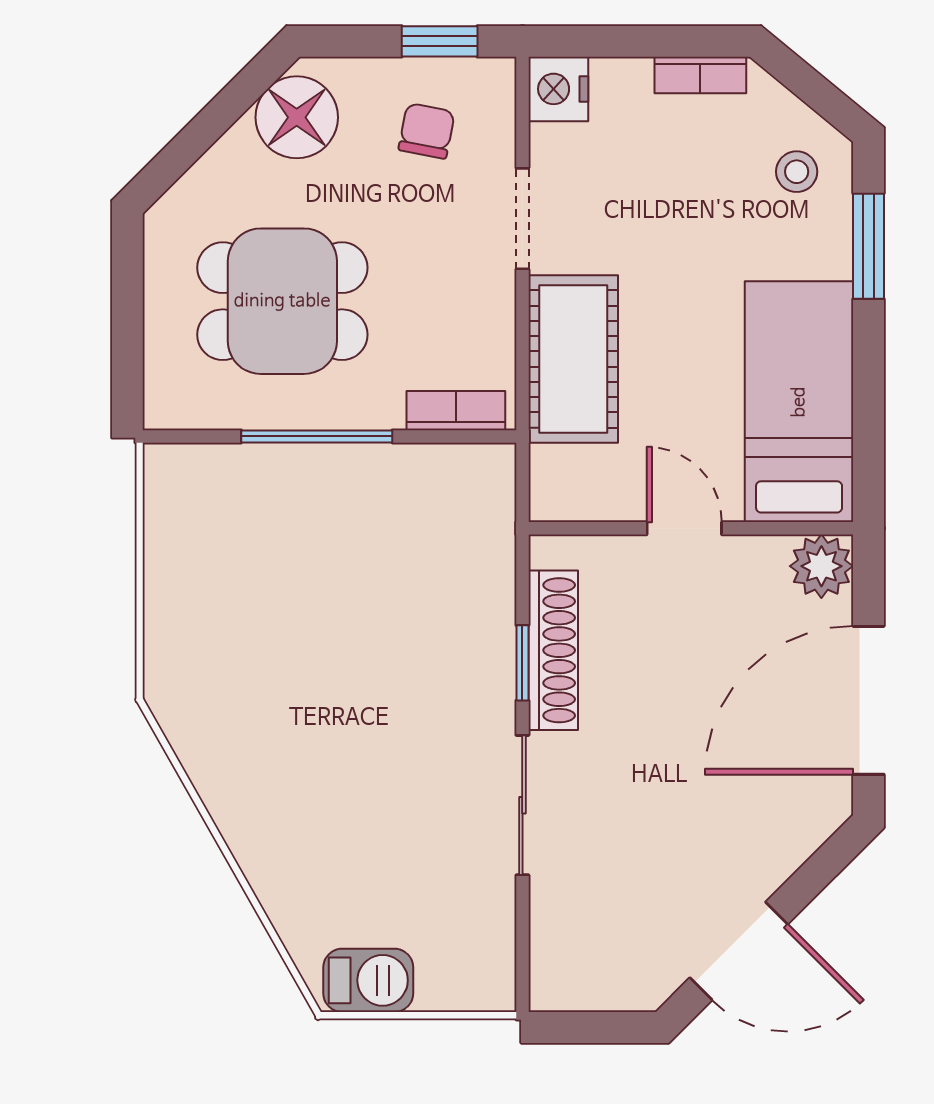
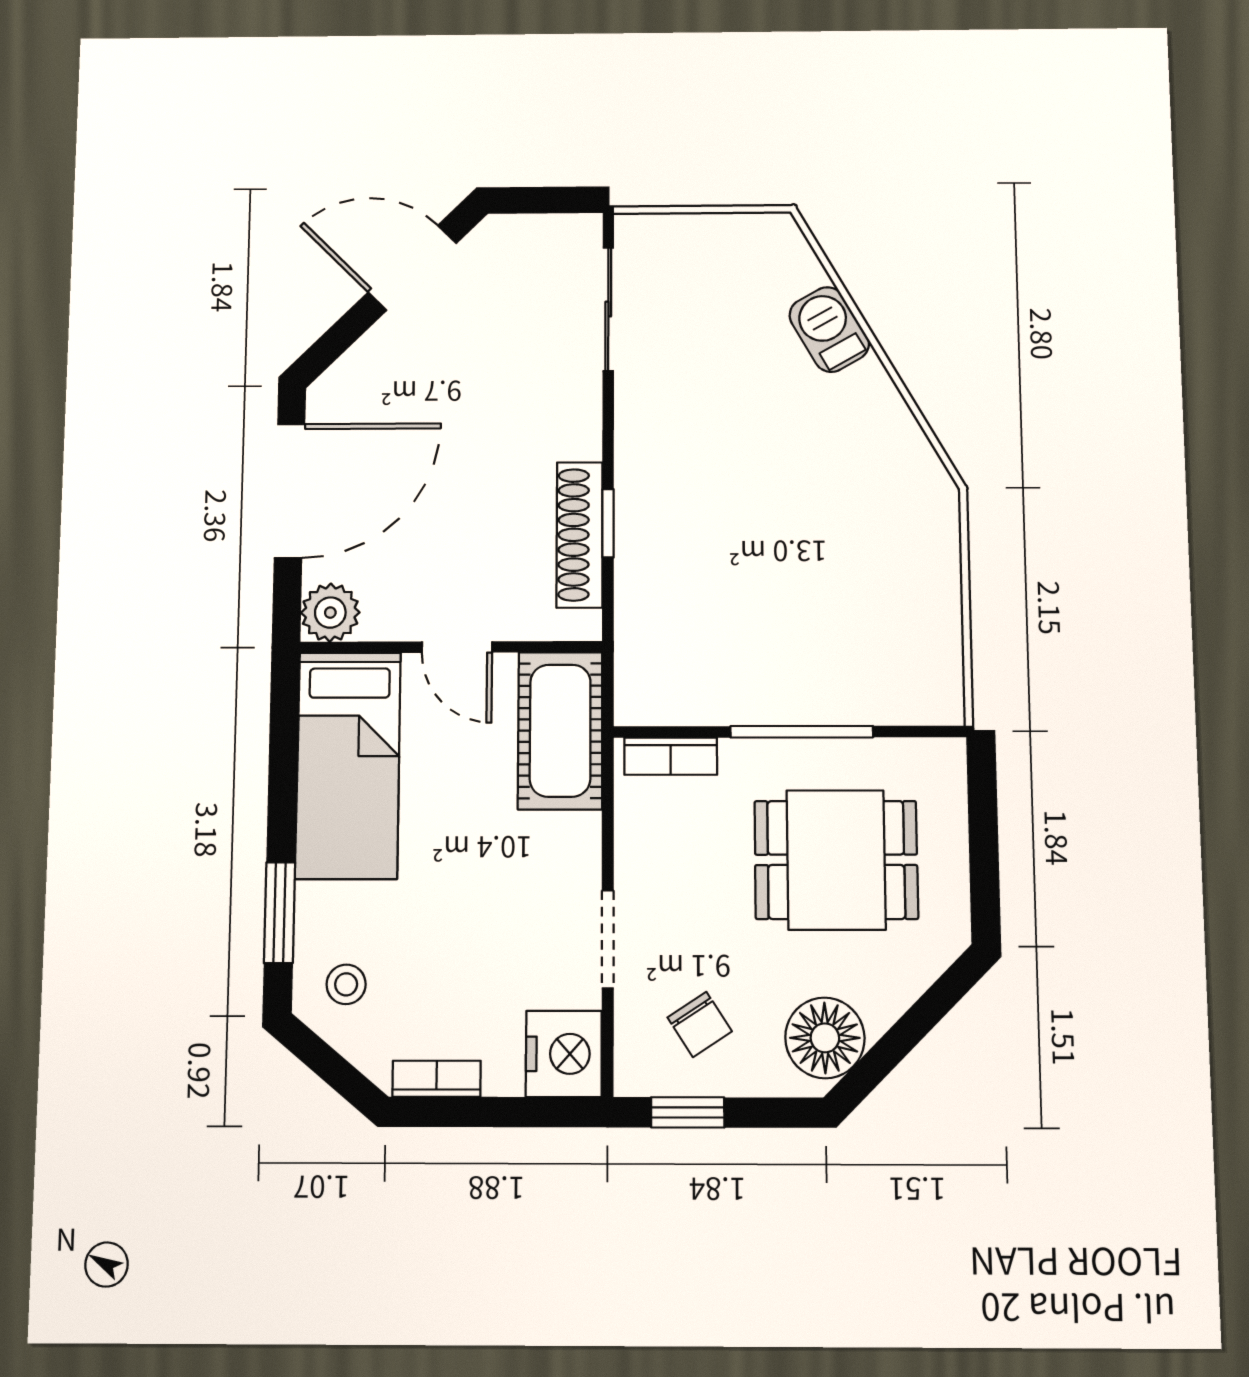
nightstand: (558, 89) -> (564, 1054), width x1.36, depth x1.33
chair: (427, 131) -> (700, 1024), turned -44
cot: (573, 359) -> (560, 731), moved
sliding door: (522, 805) -> (608, 309), moved
barbecue: (368, 980) -> (829, 329), moved, turned 60

